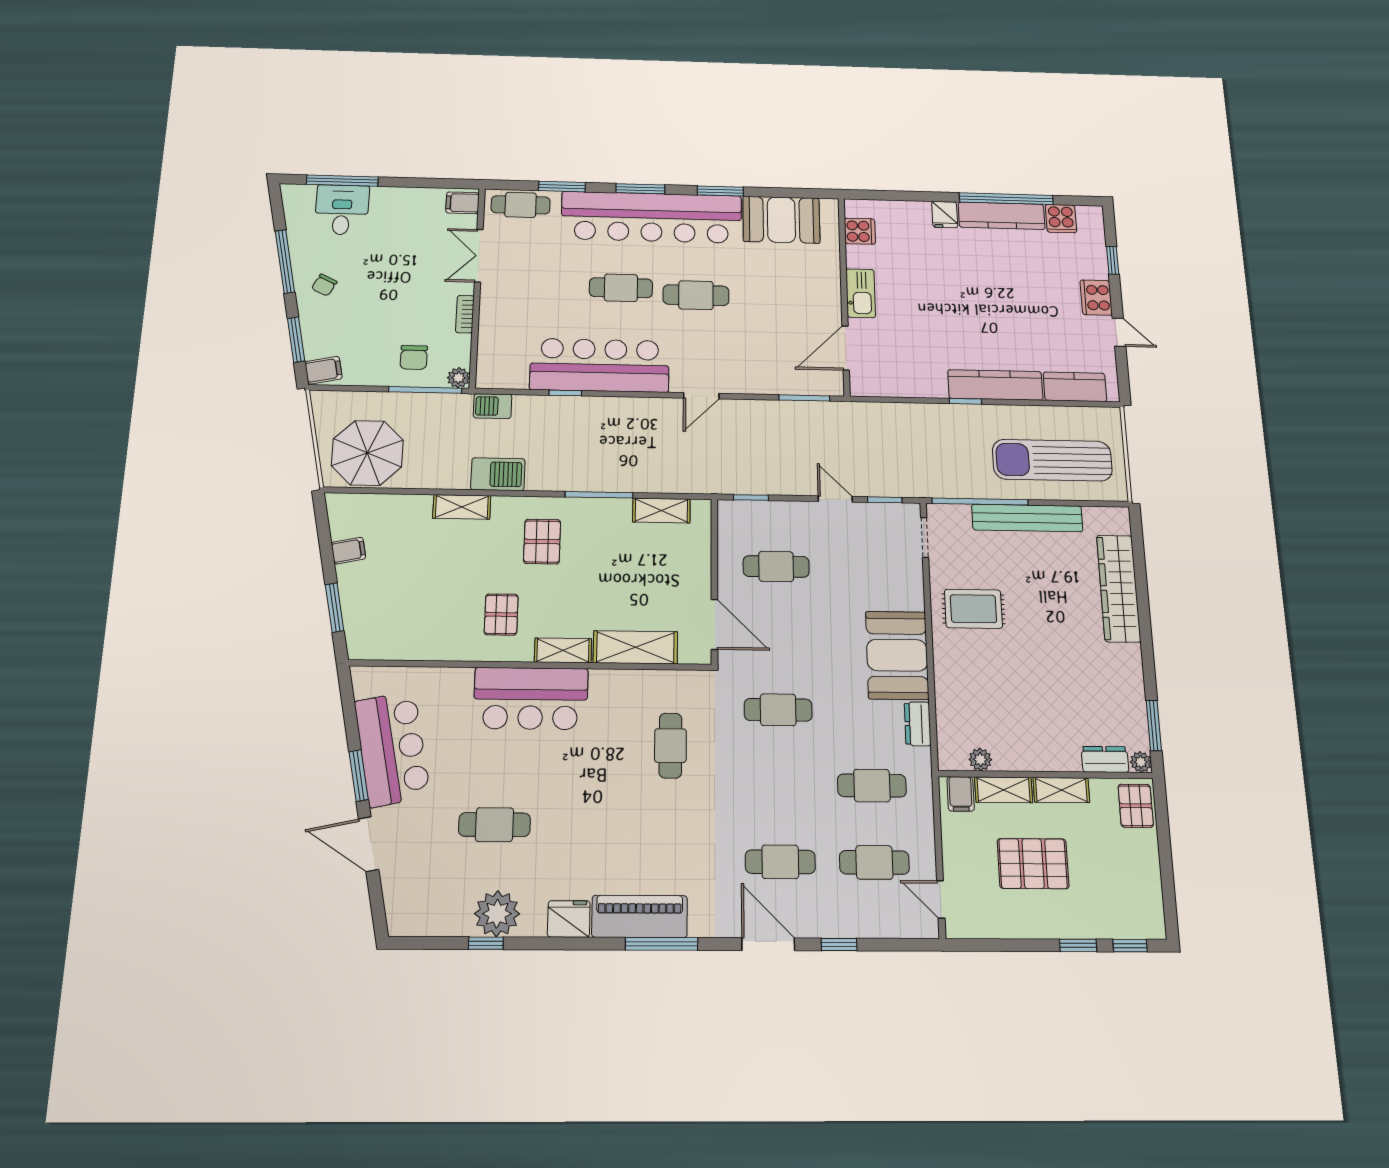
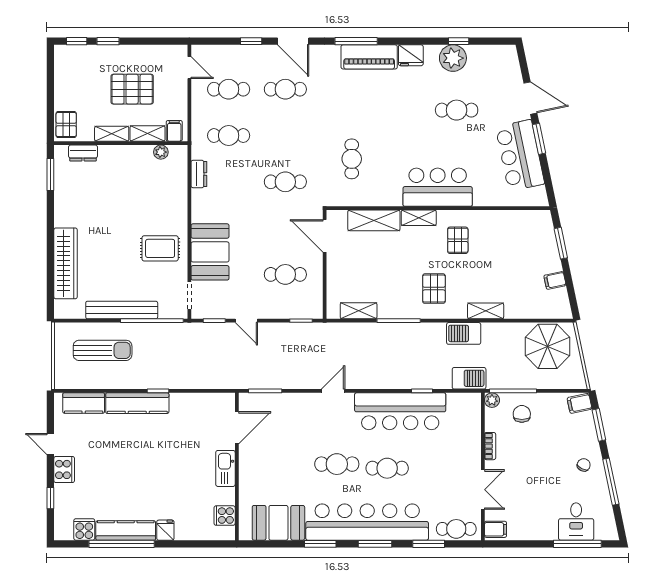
barbecue: (492, 406) -> (469, 378), width x1.38, depth x1.27
sun lounger: (1052, 460) -> (103, 350), width x0.73, depth x0.75
booth: (897, 655) -> (210, 252), moved
plant: (1141, 762) -> (61, 152), removed

